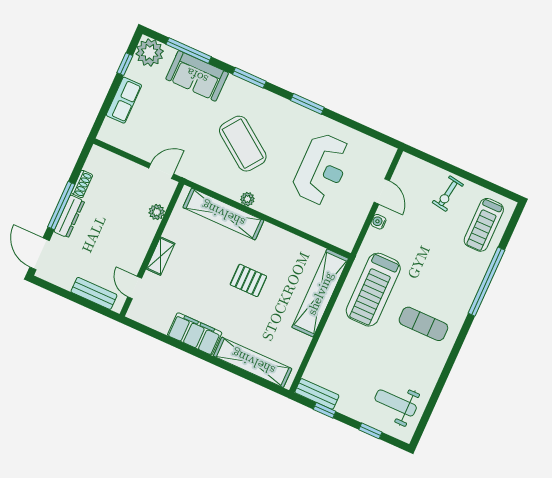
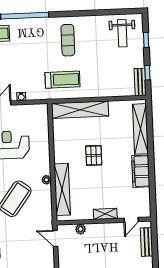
treadmill: (373, 290) -> (62, 80), width x0.73, depth x0.73

